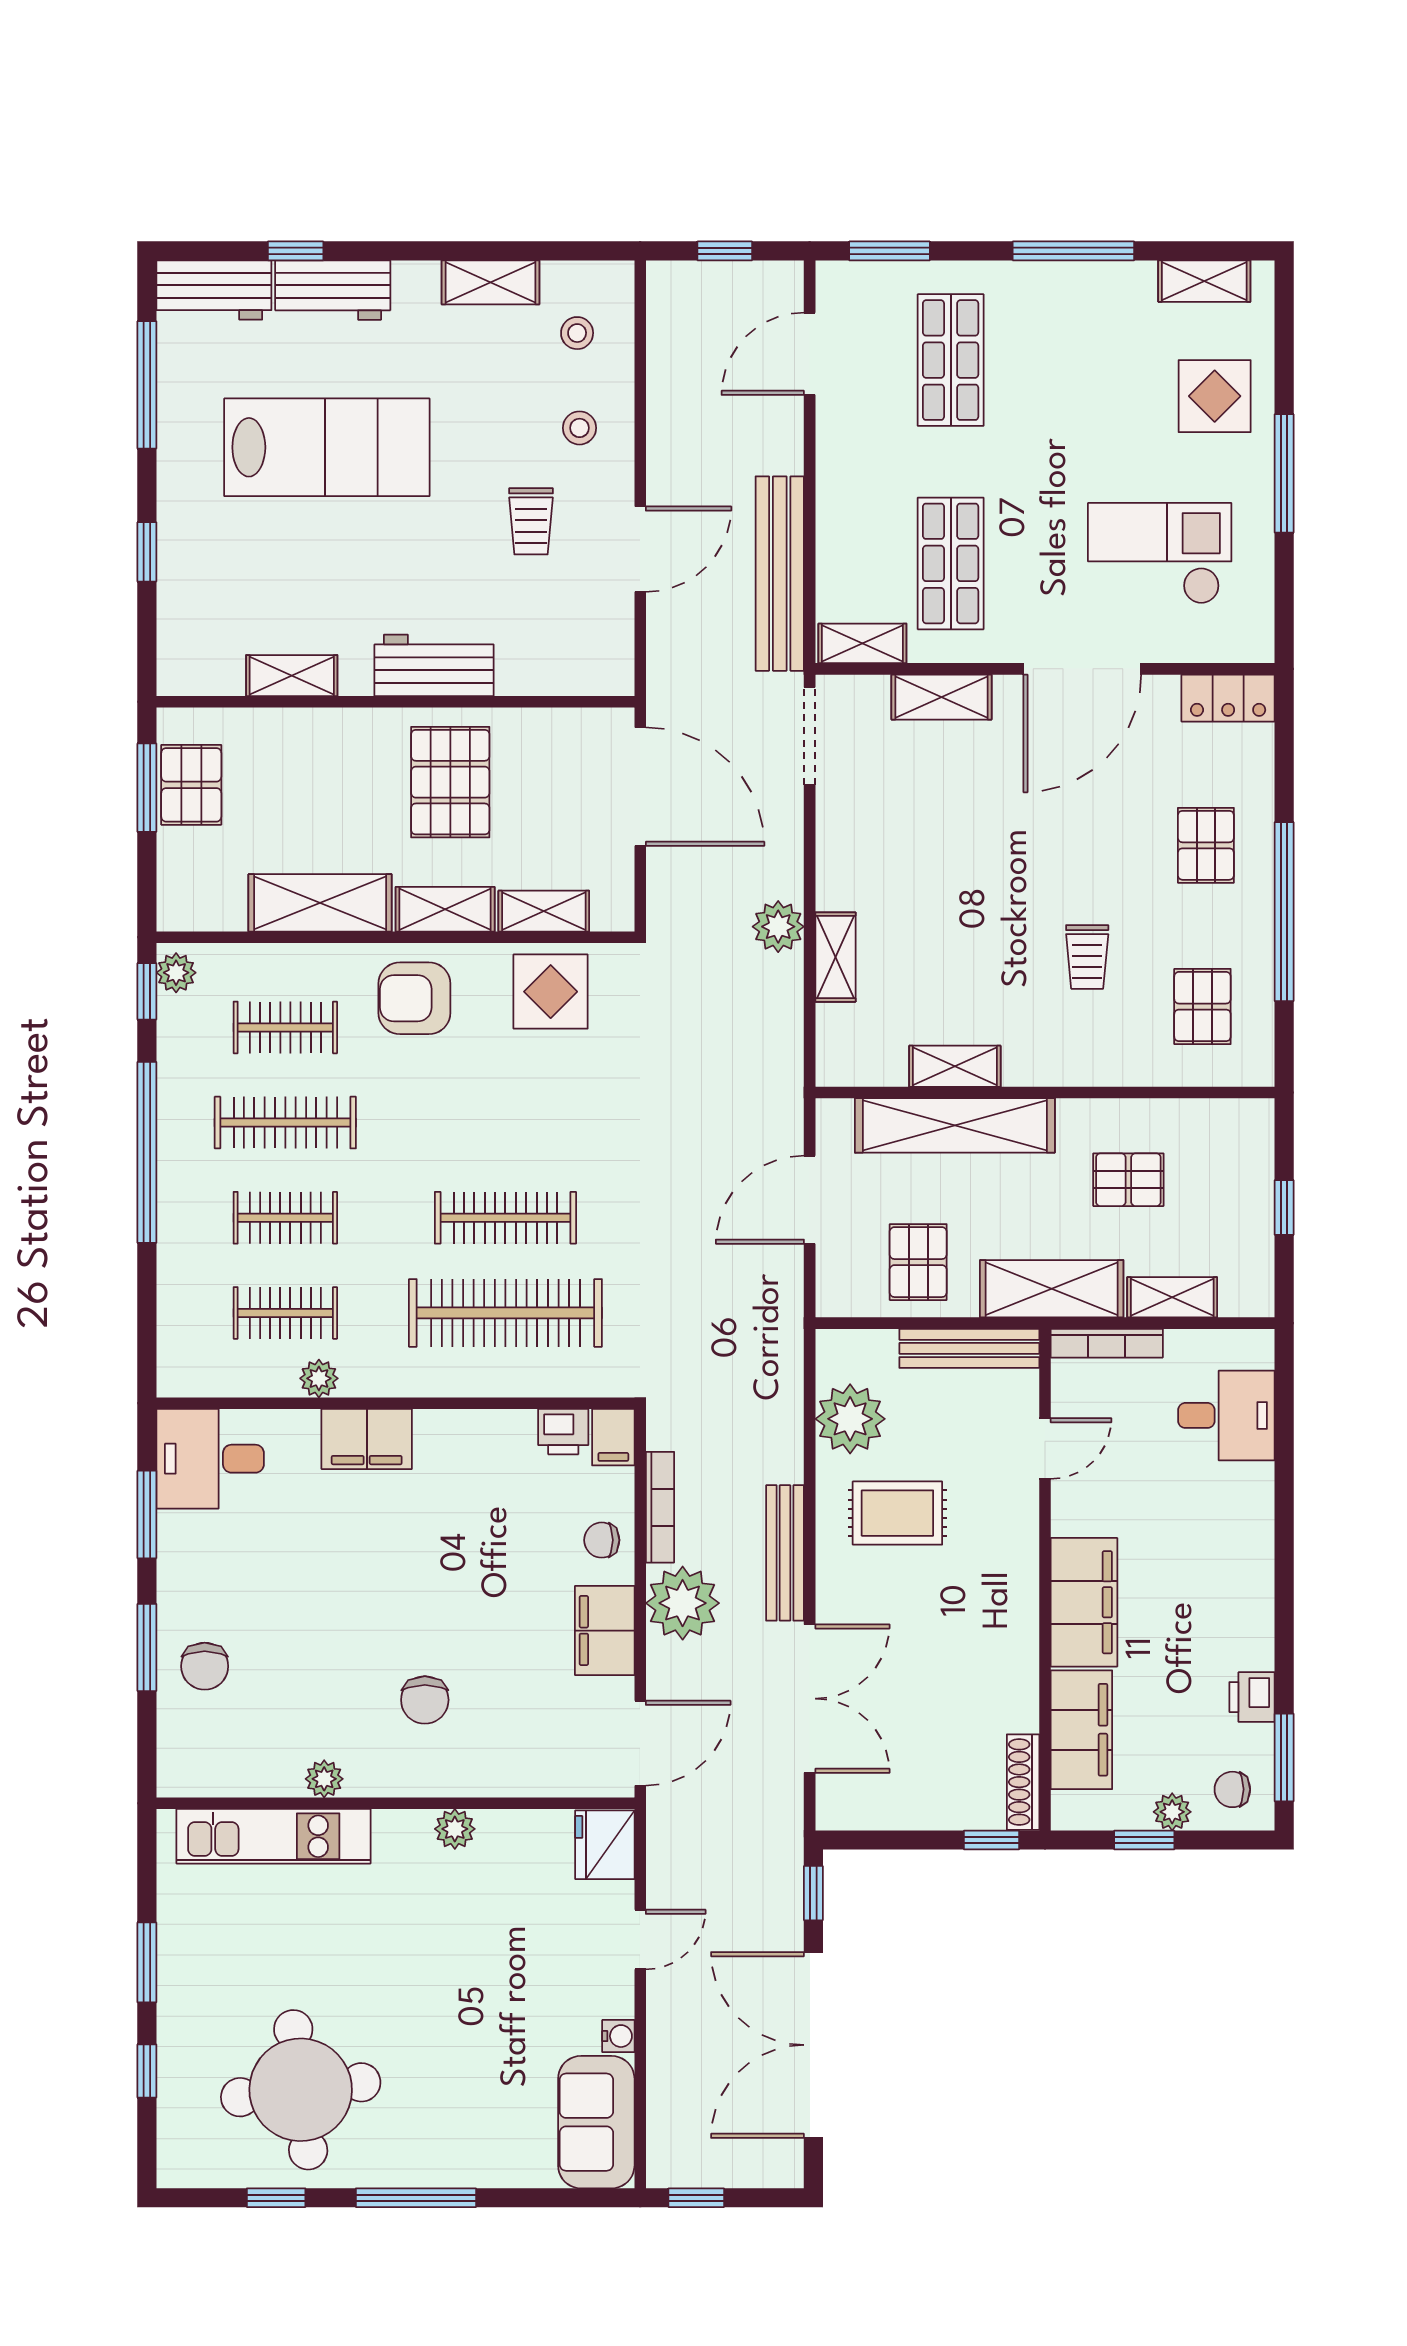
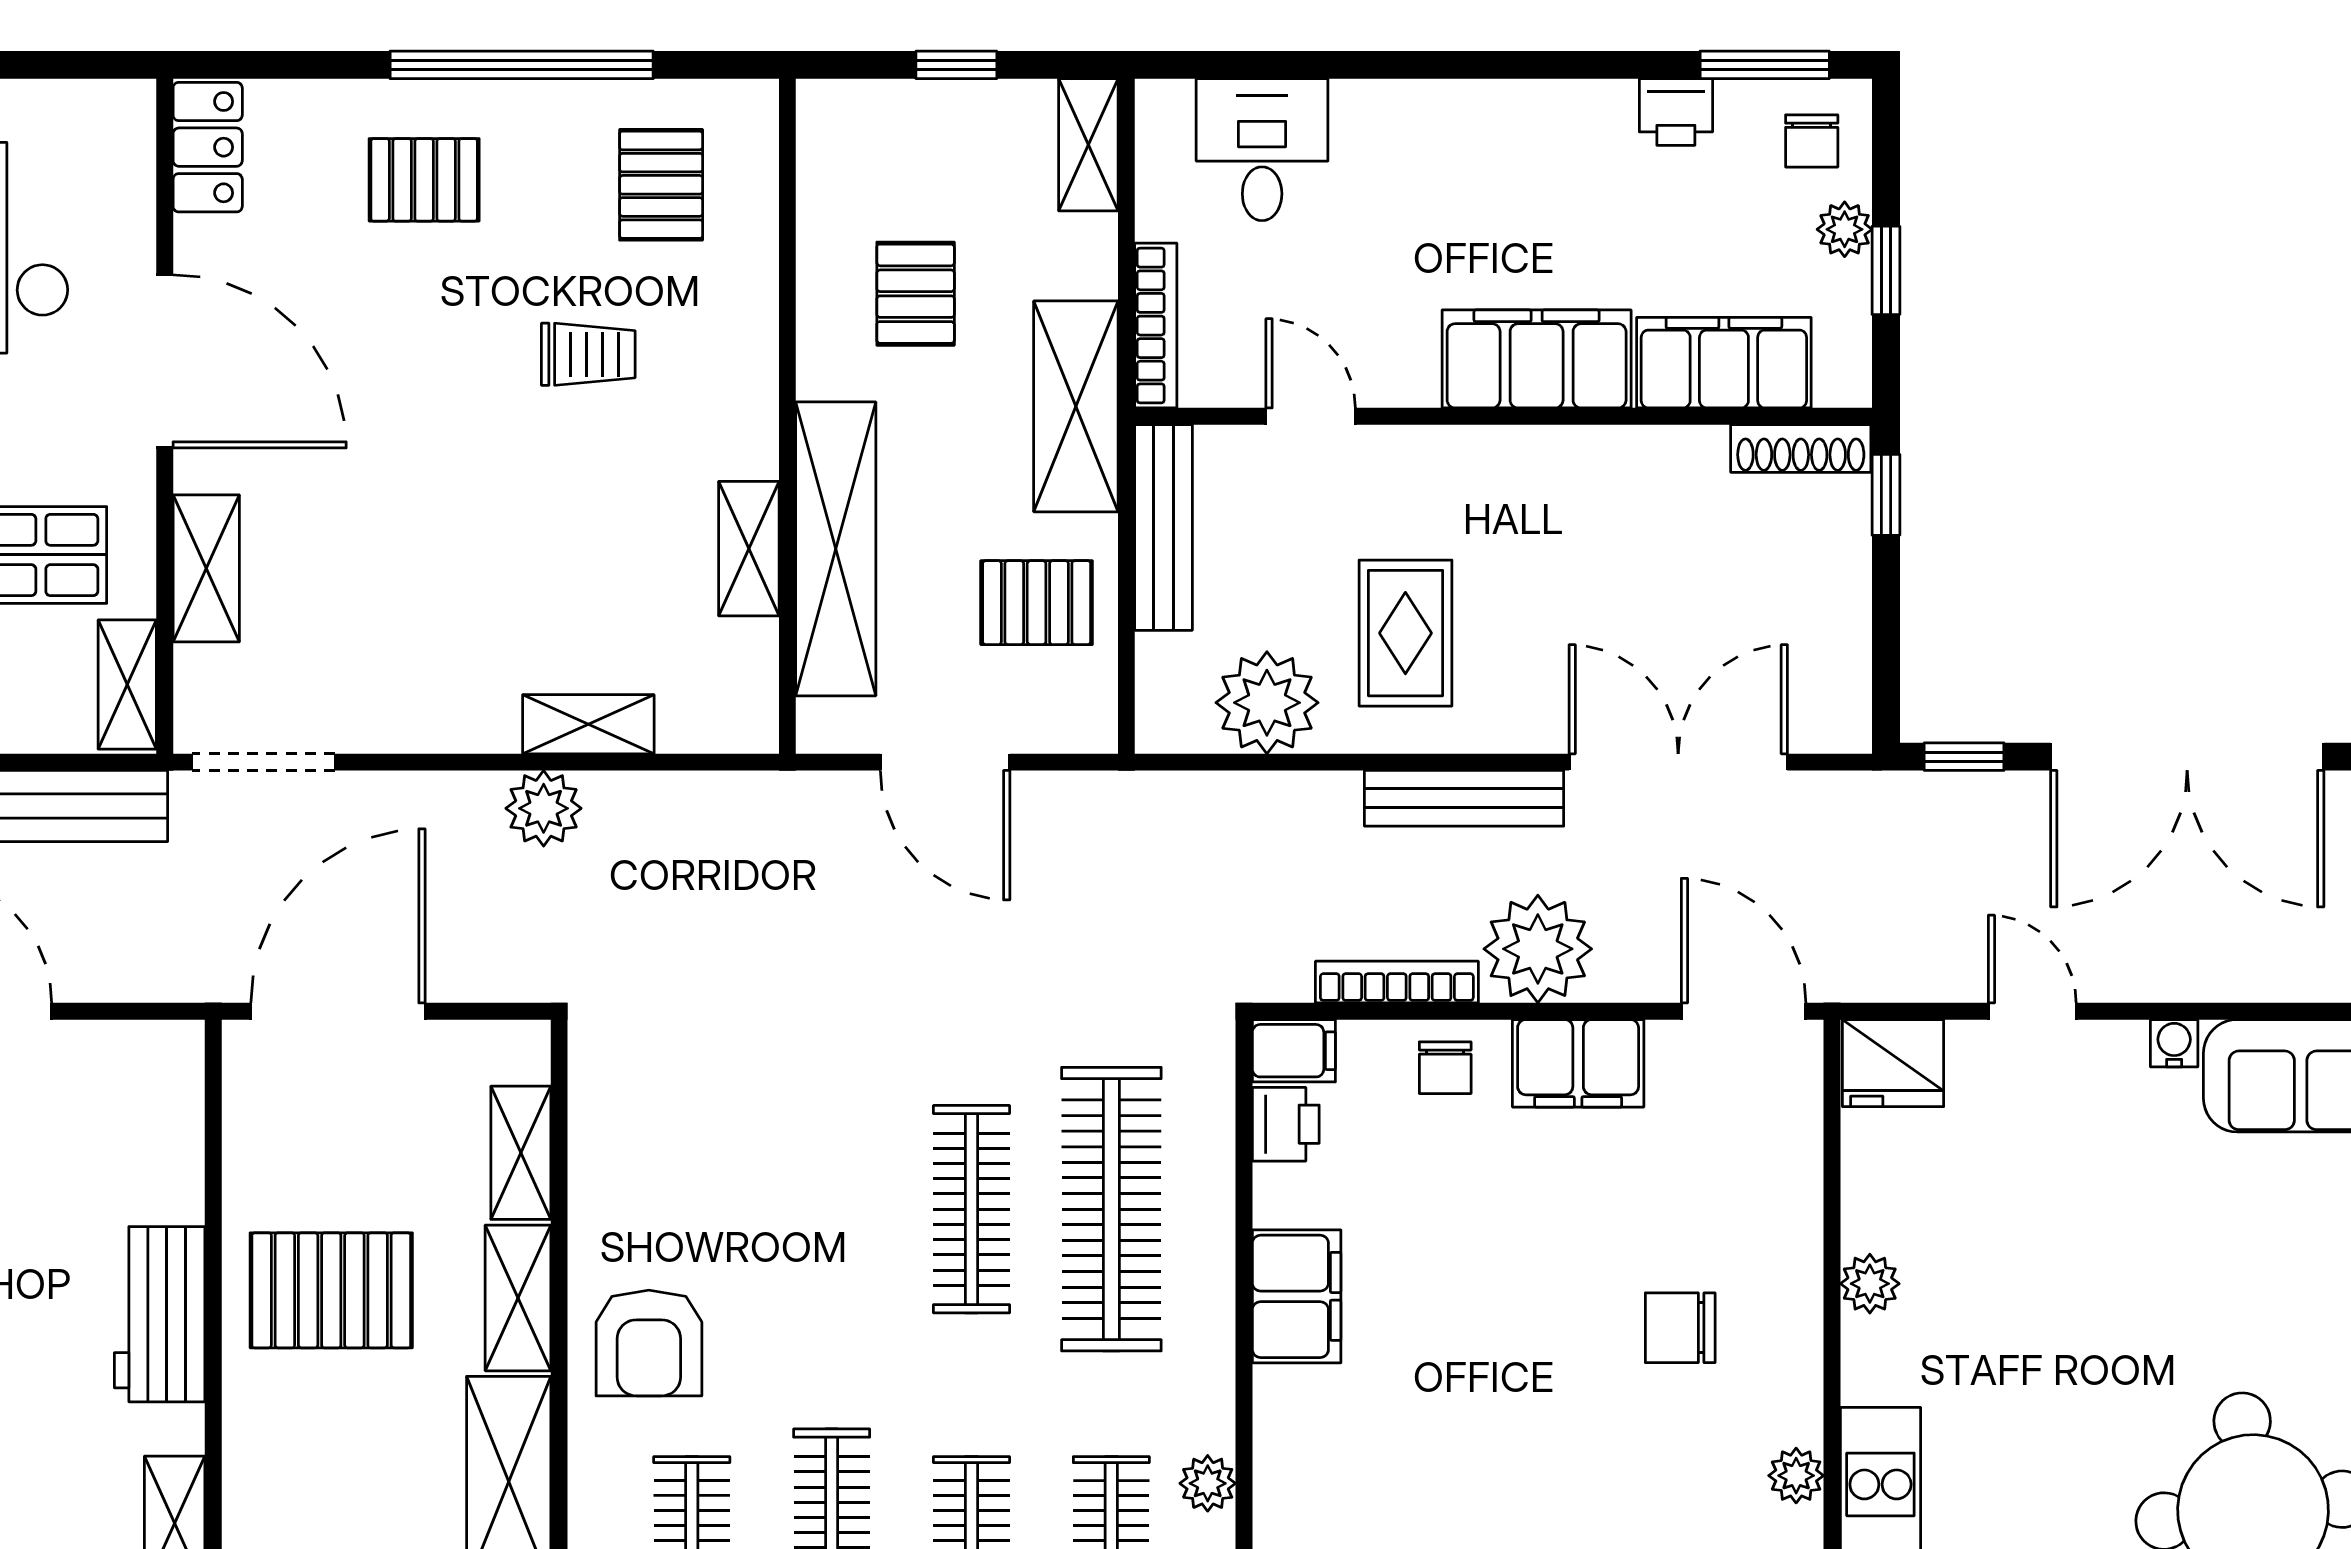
display table: (551, 992) -> (639, 1143), removed
pallet: (1202, 1007) -> (661, 185), turned 90
shelving: (1172, 1297) -> (1088, 145), moved
filing cabinet: (367, 1439) -> (1297, 1296), moved
chair: (425, 1700) -> (1680, 1328), turned 180

